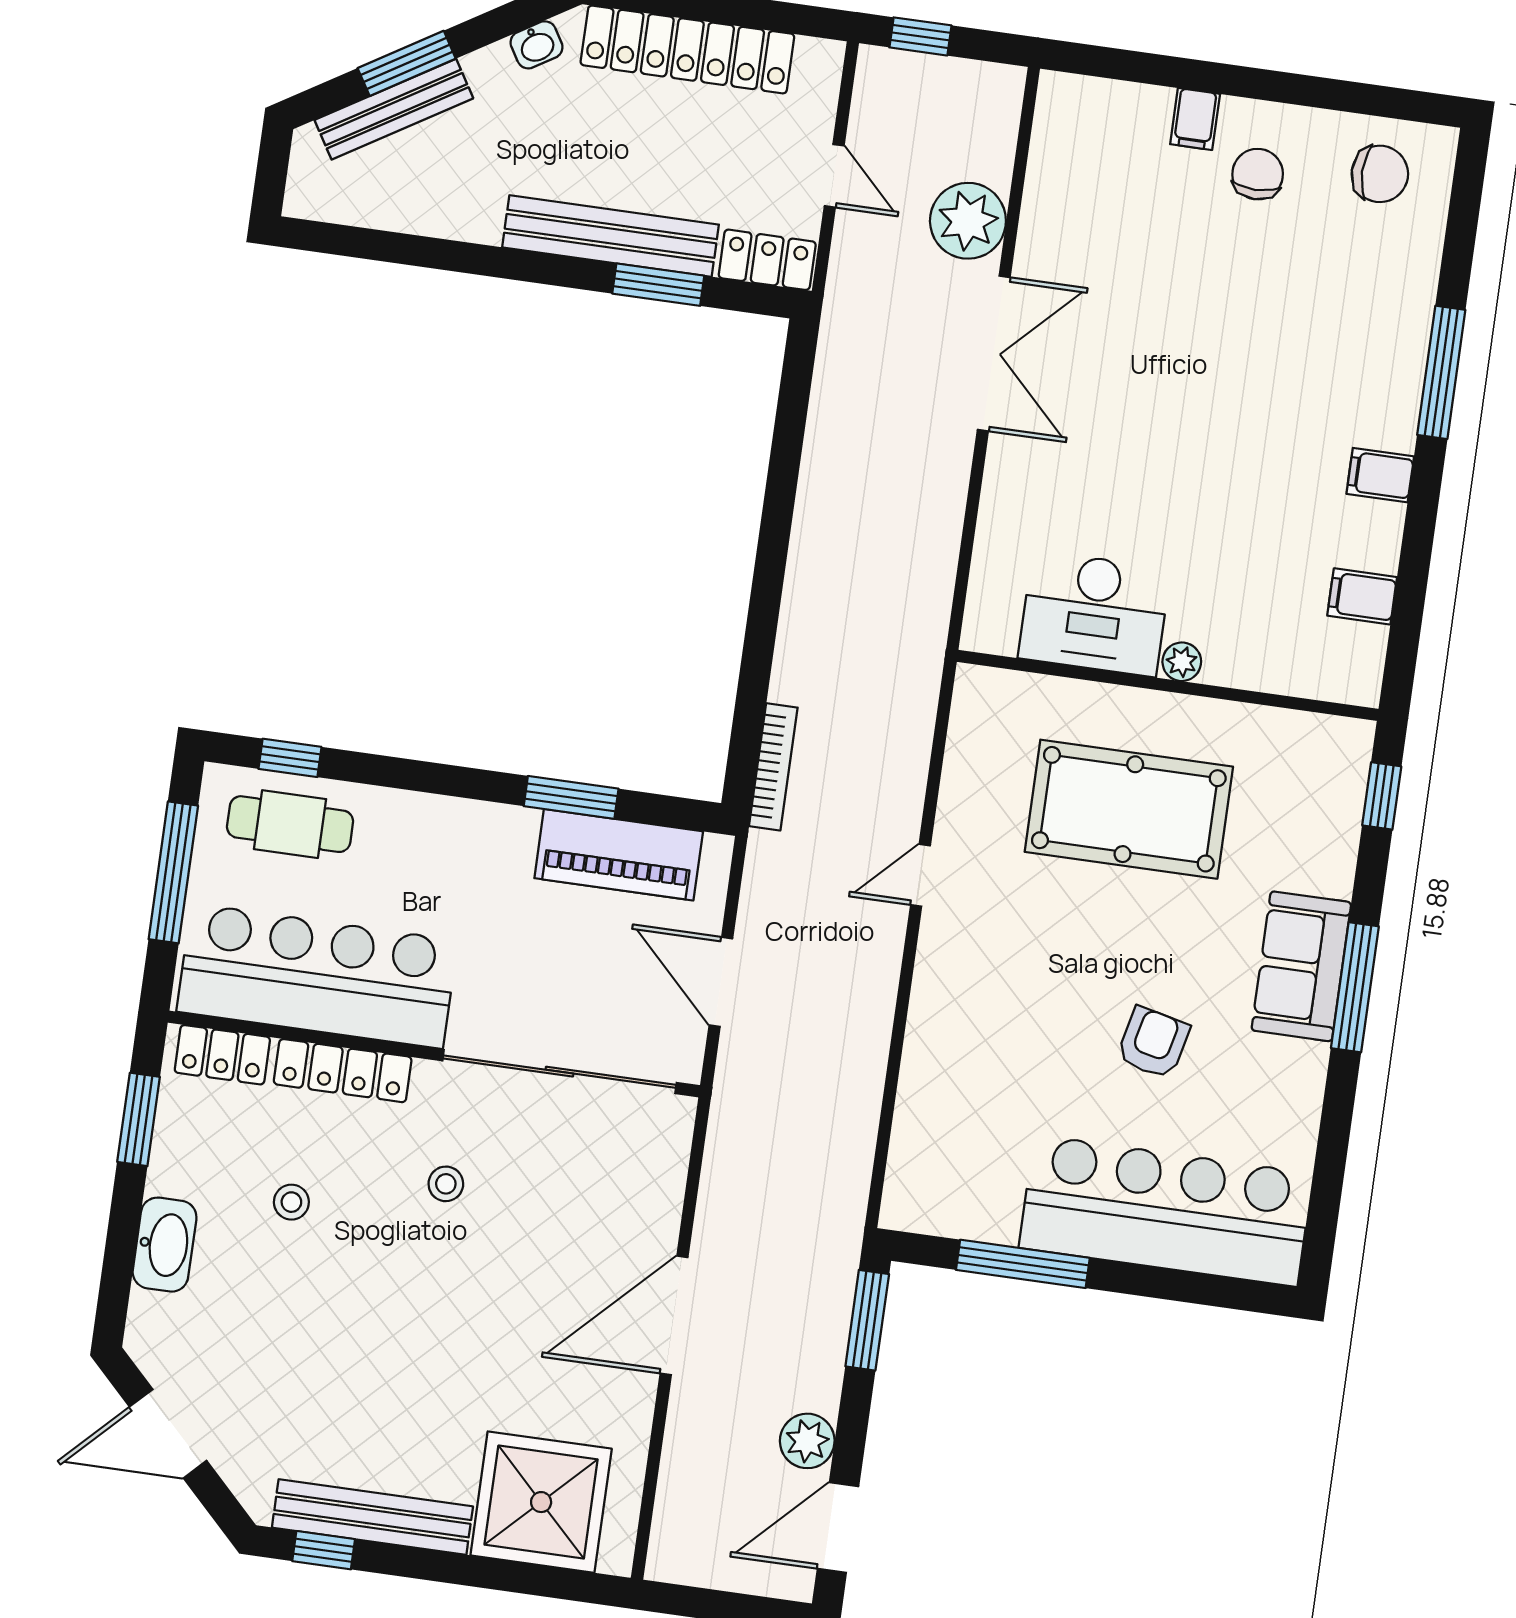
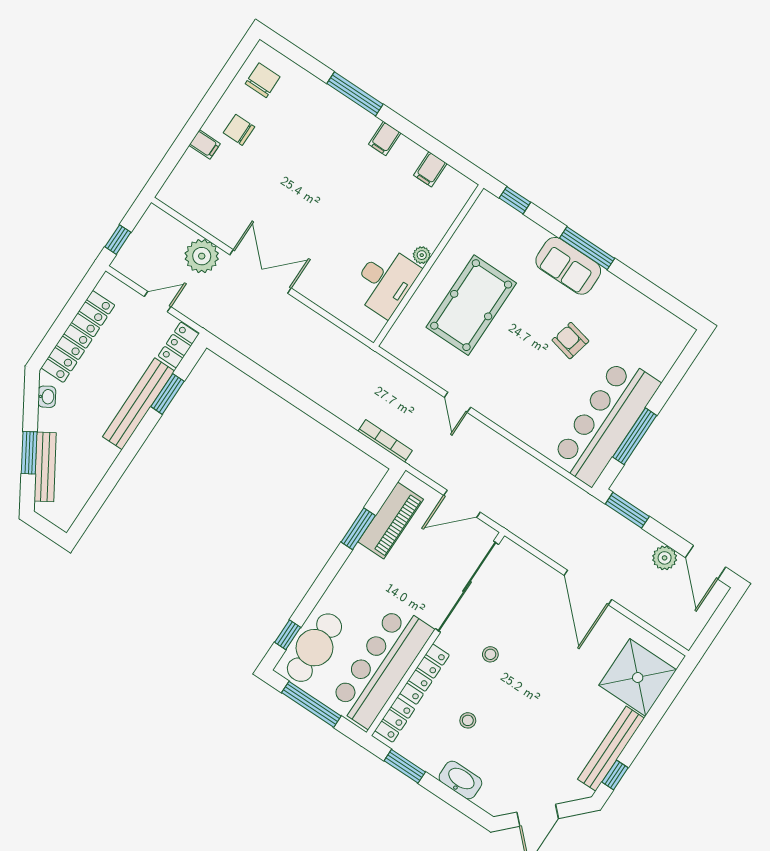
cafe table: (290, 824) -> (314, 648), width x1.37, depth x1.35
bar counter: (1166, 1211) -> (605, 421), moved

